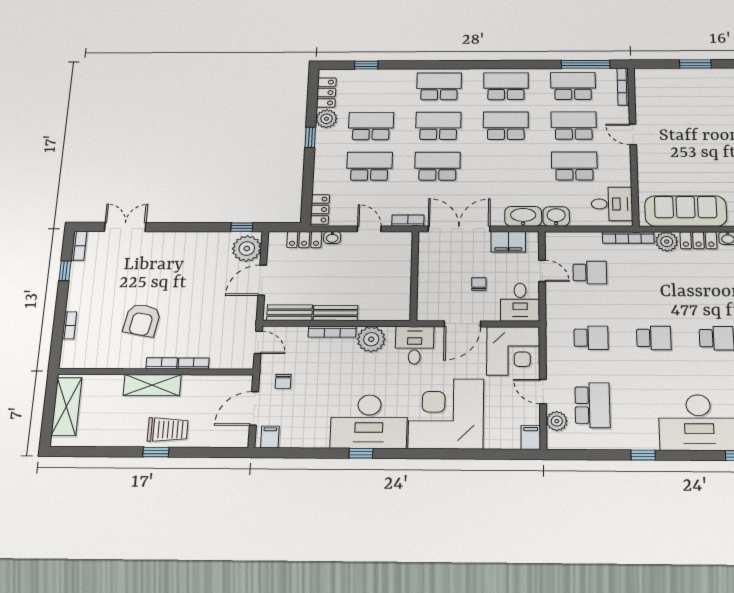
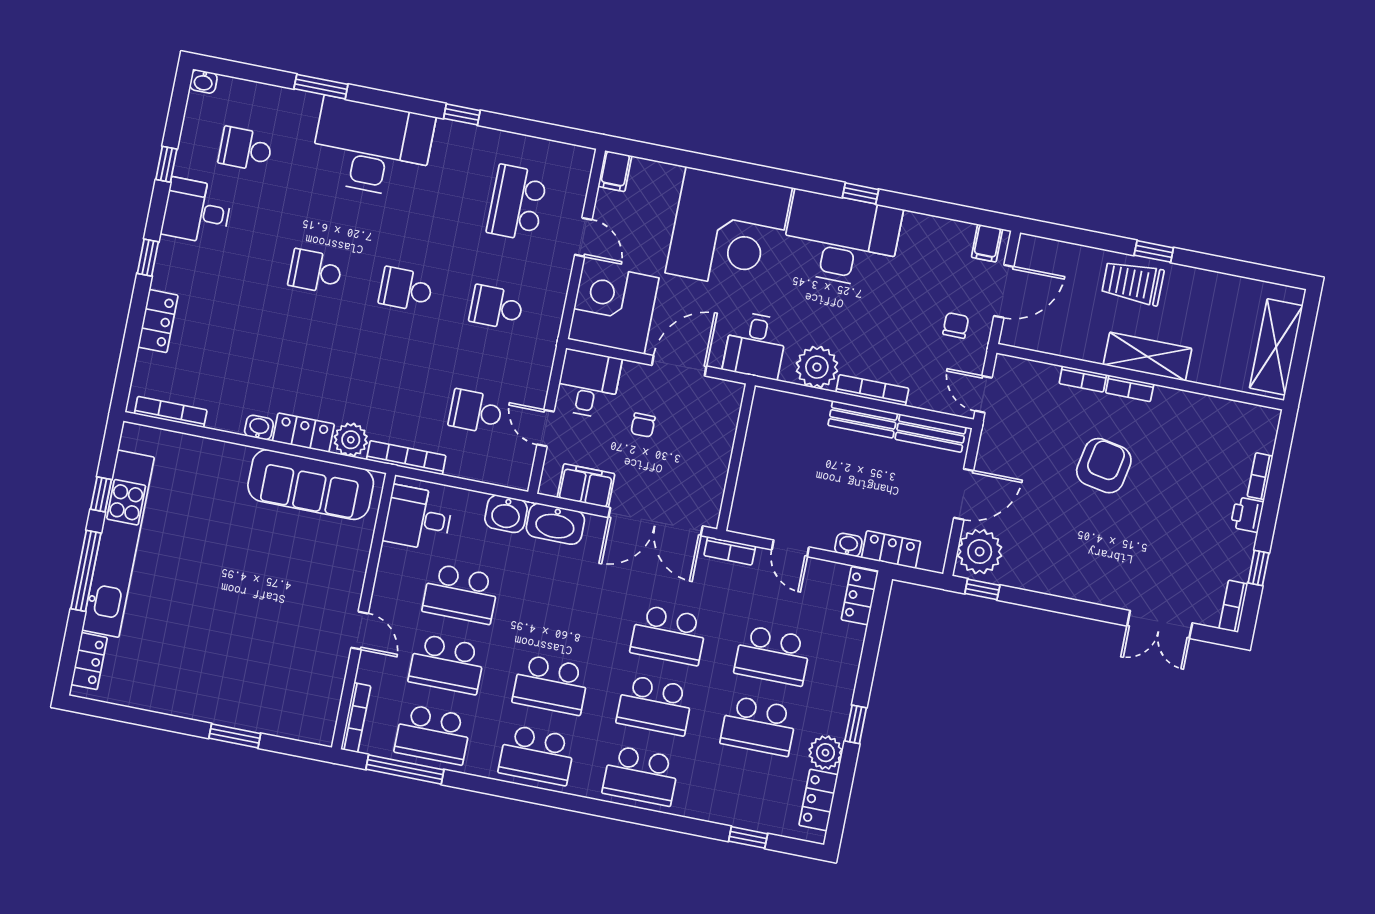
printer: (76, 301) -> (1247, 515), added
armchair: (142, 320) -> (1104, 466), moved
plant: (557, 421) -> (573, 189), removed

